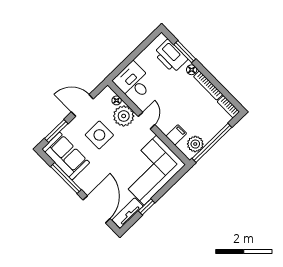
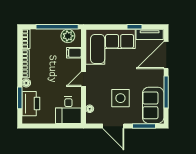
plant: (124, 116) -> (95, 95), removed

